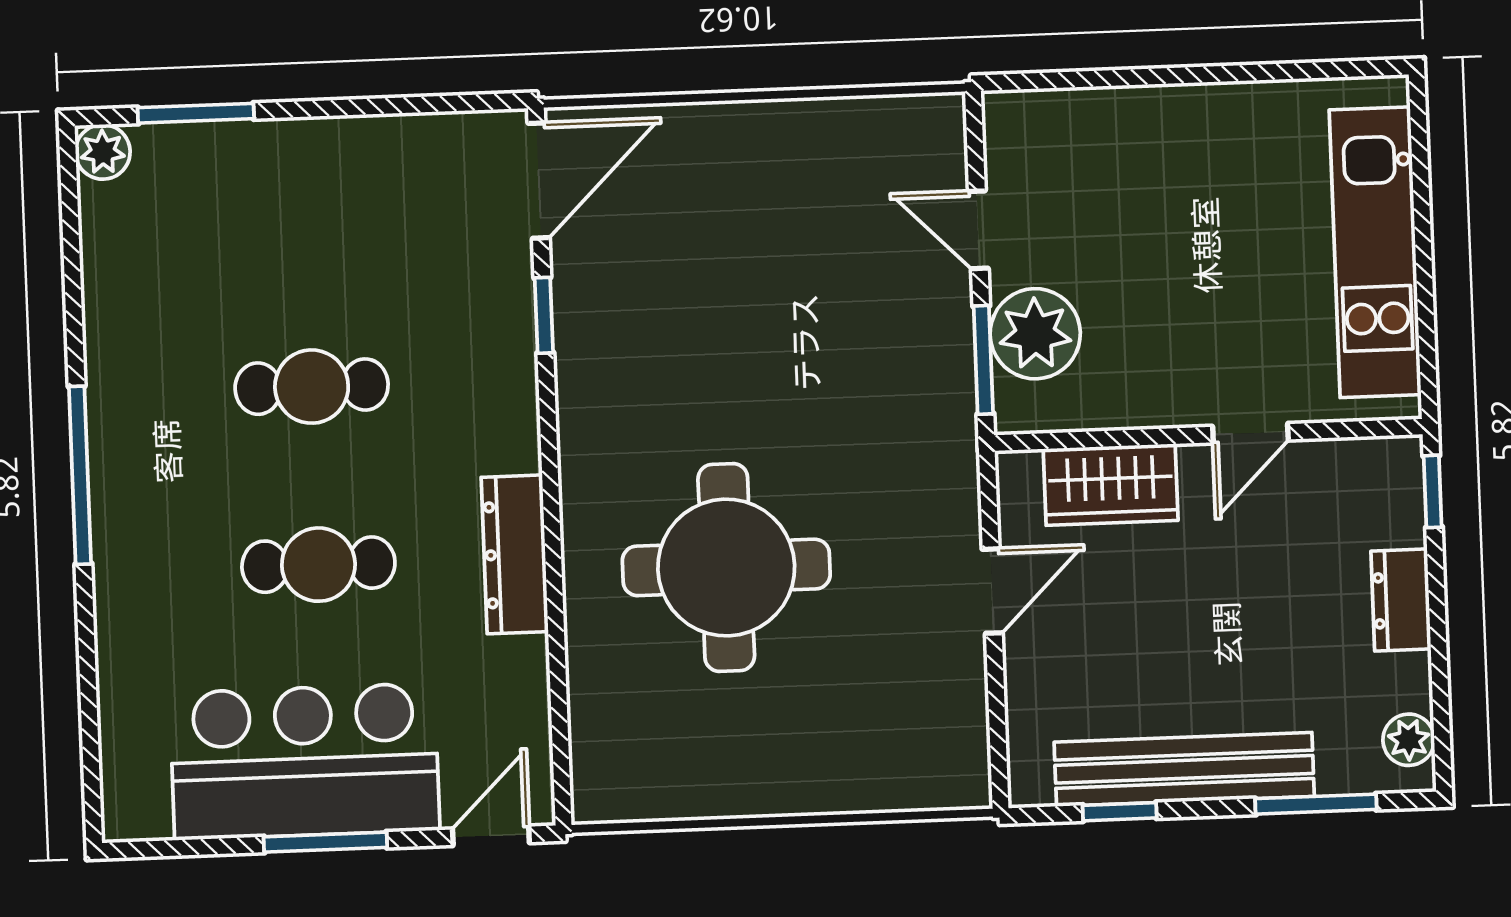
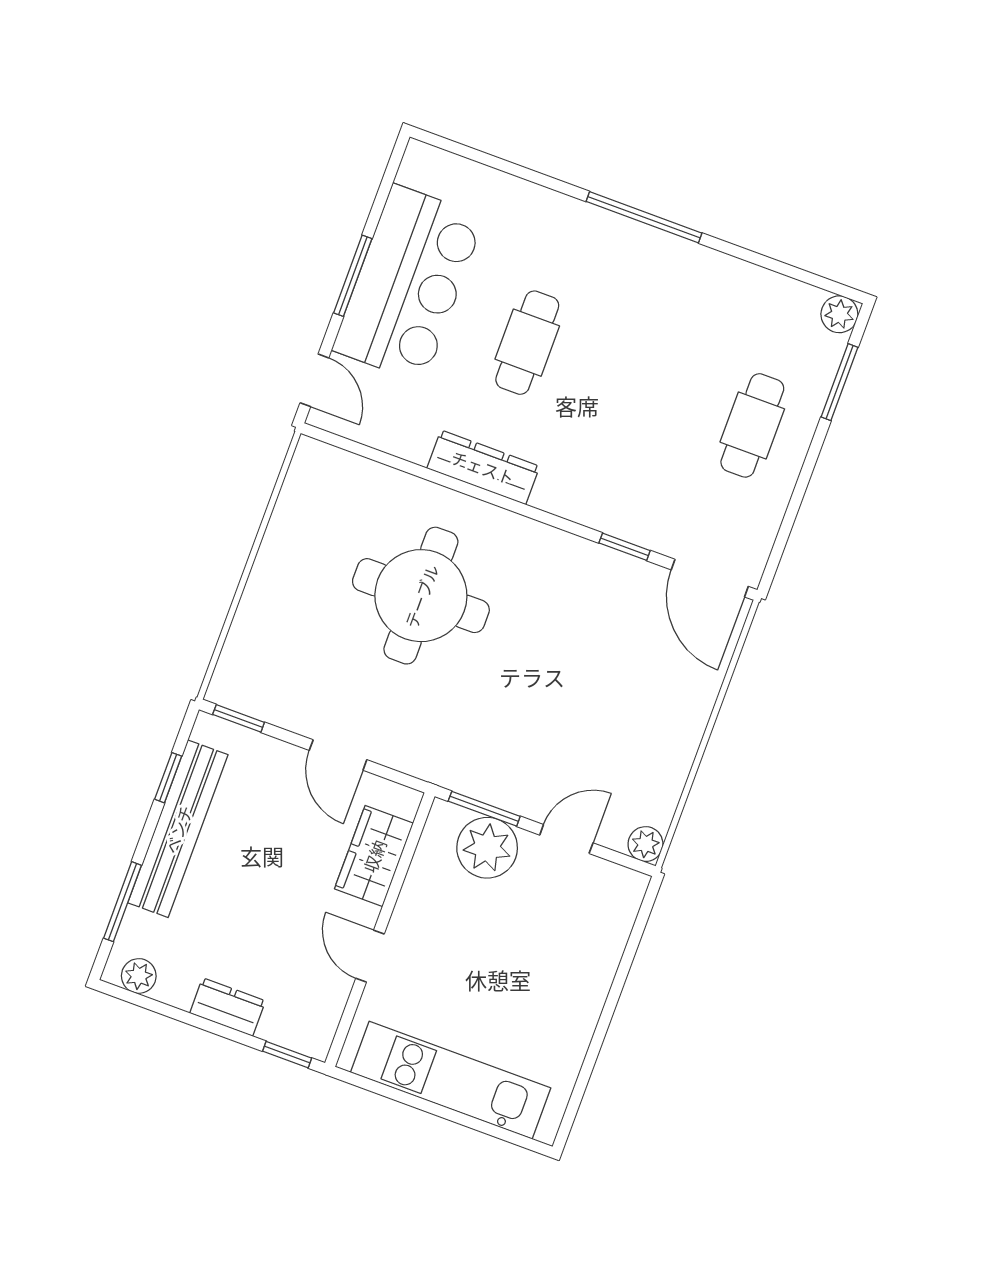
plant: (940, 118) -> (645, 844), added
cafe table: (312, 387) -> (752, 425), moved
window: (998, 748) -> (239, 718), added

